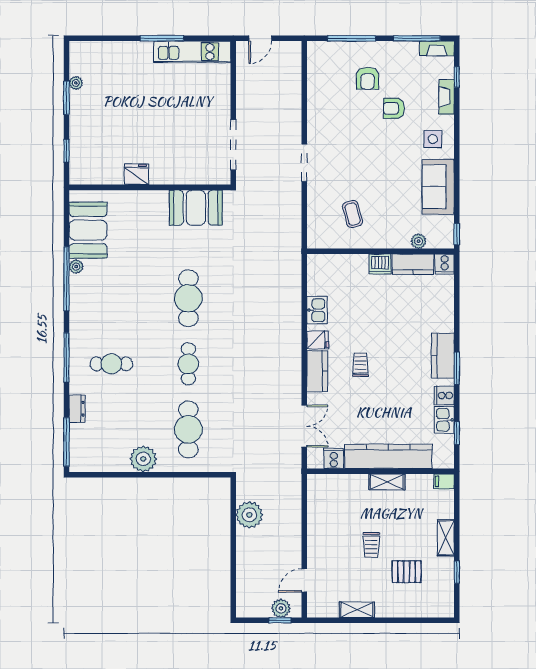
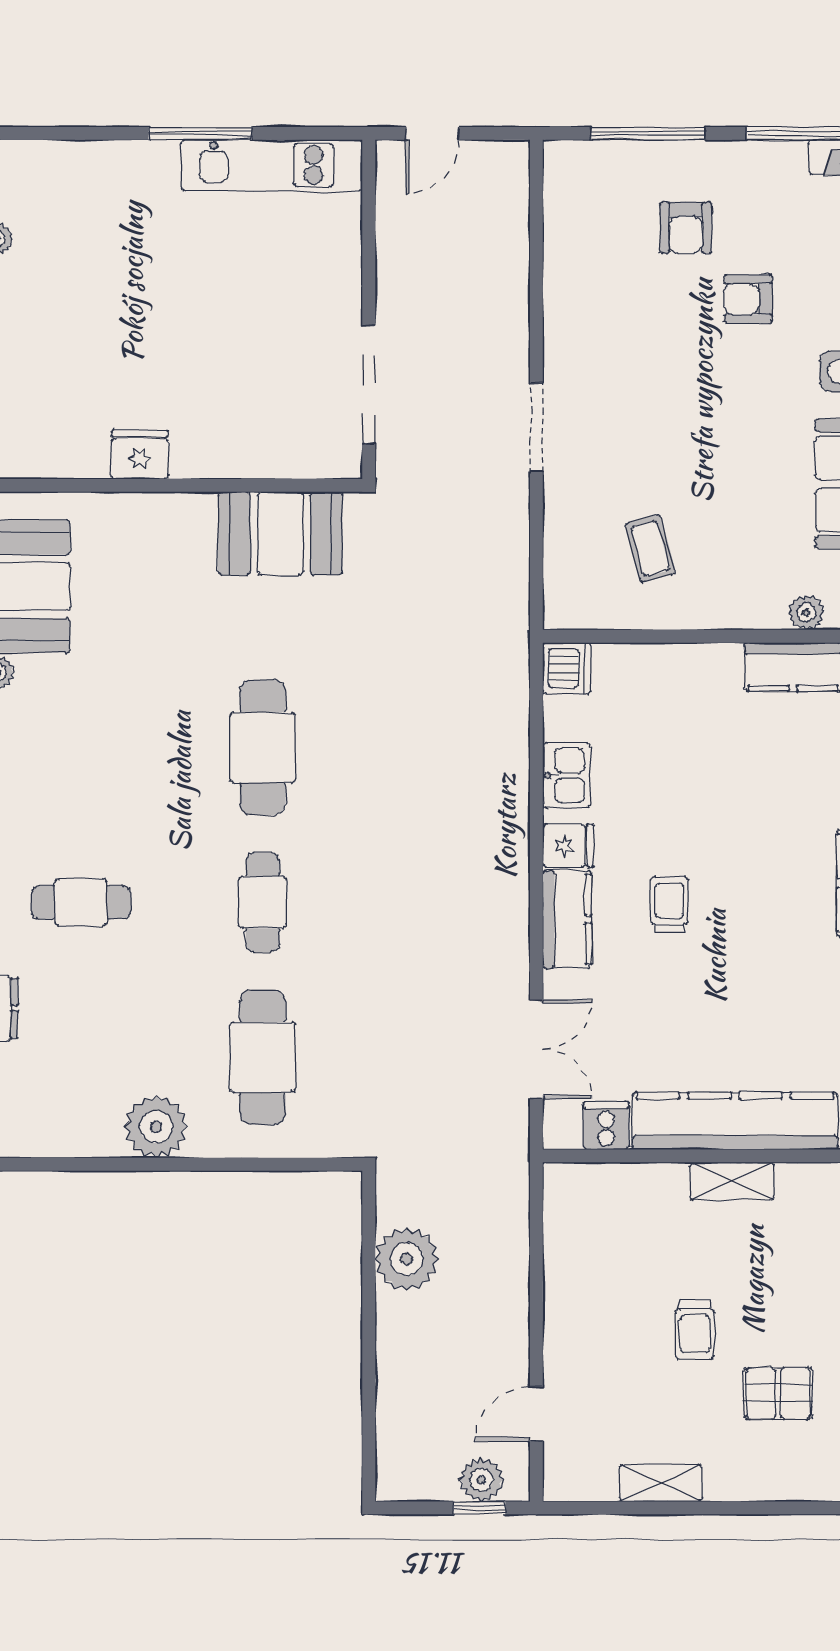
dishwasher: (380, 264) -> (567, 668), moved, turned -90

